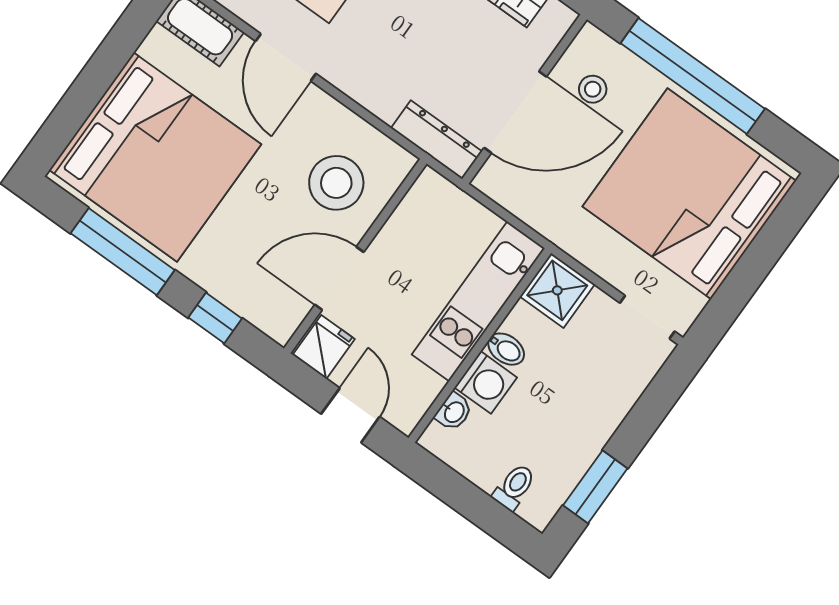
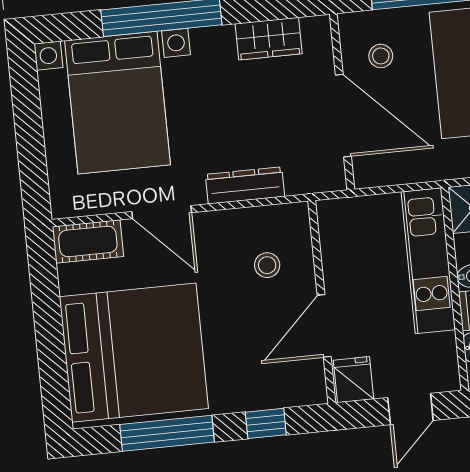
door: (515, 112) -> (343, 116), hinge flipped
dresser: (437, 140) -> (245, 185), moved
stool: (336, 183) -> (267, 265), width x0.53, depth x0.53
door: (350, 415) -> (410, 409), swing flipped

